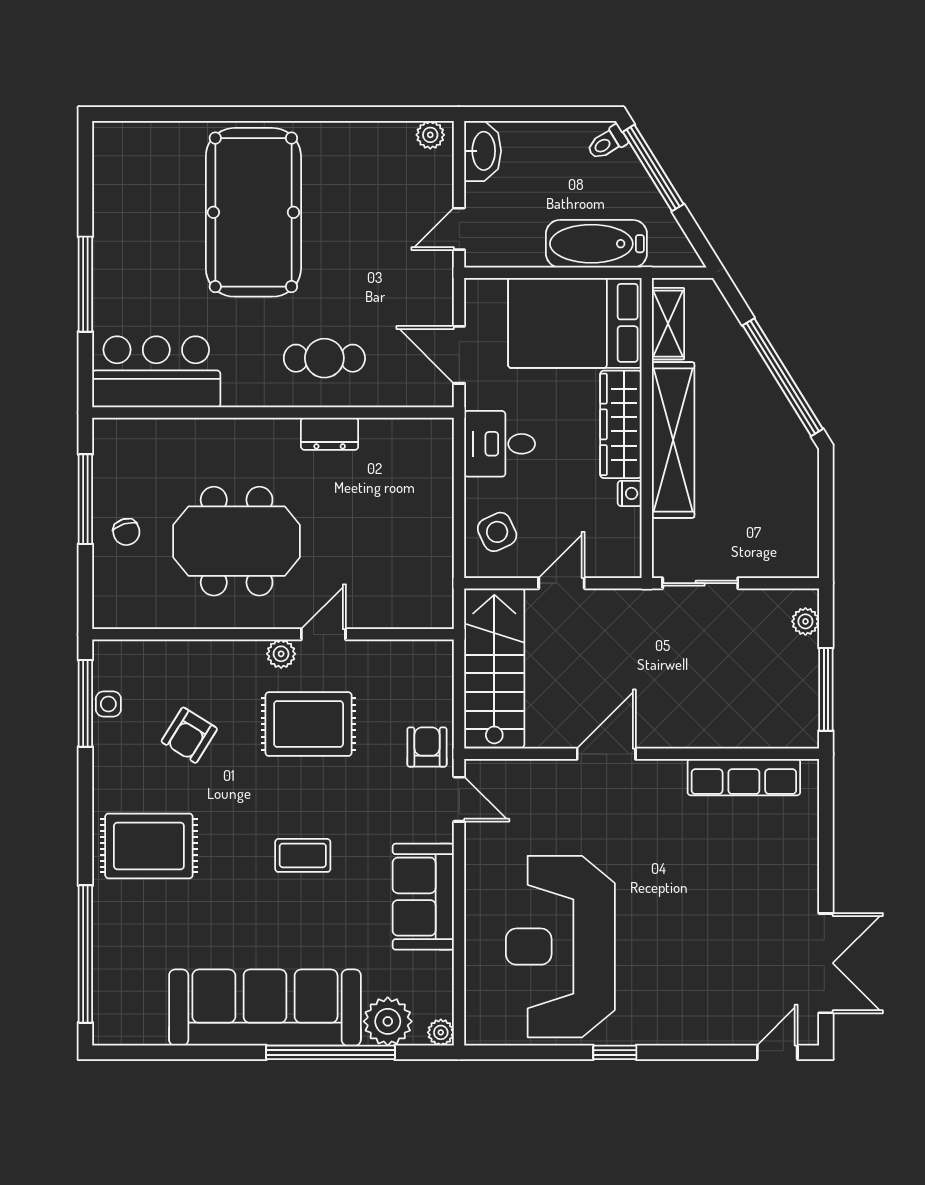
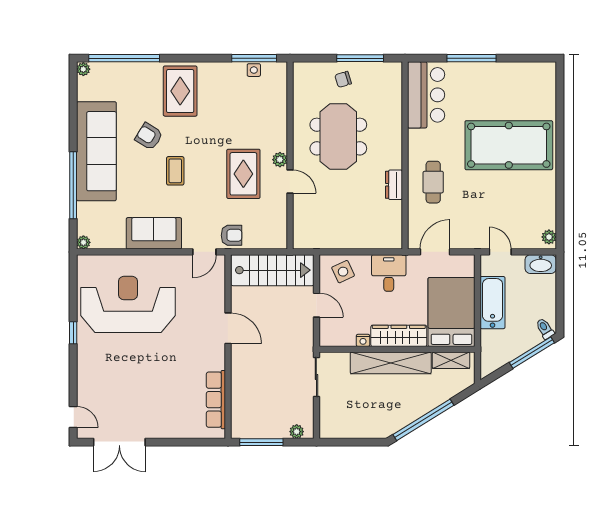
bathtub: (596, 244) -> (493, 303), moved
armchair: (189, 735) -> (149, 136), moved
plant: (388, 1021) -> (83, 69), moved, width x0.53, depth x0.53

